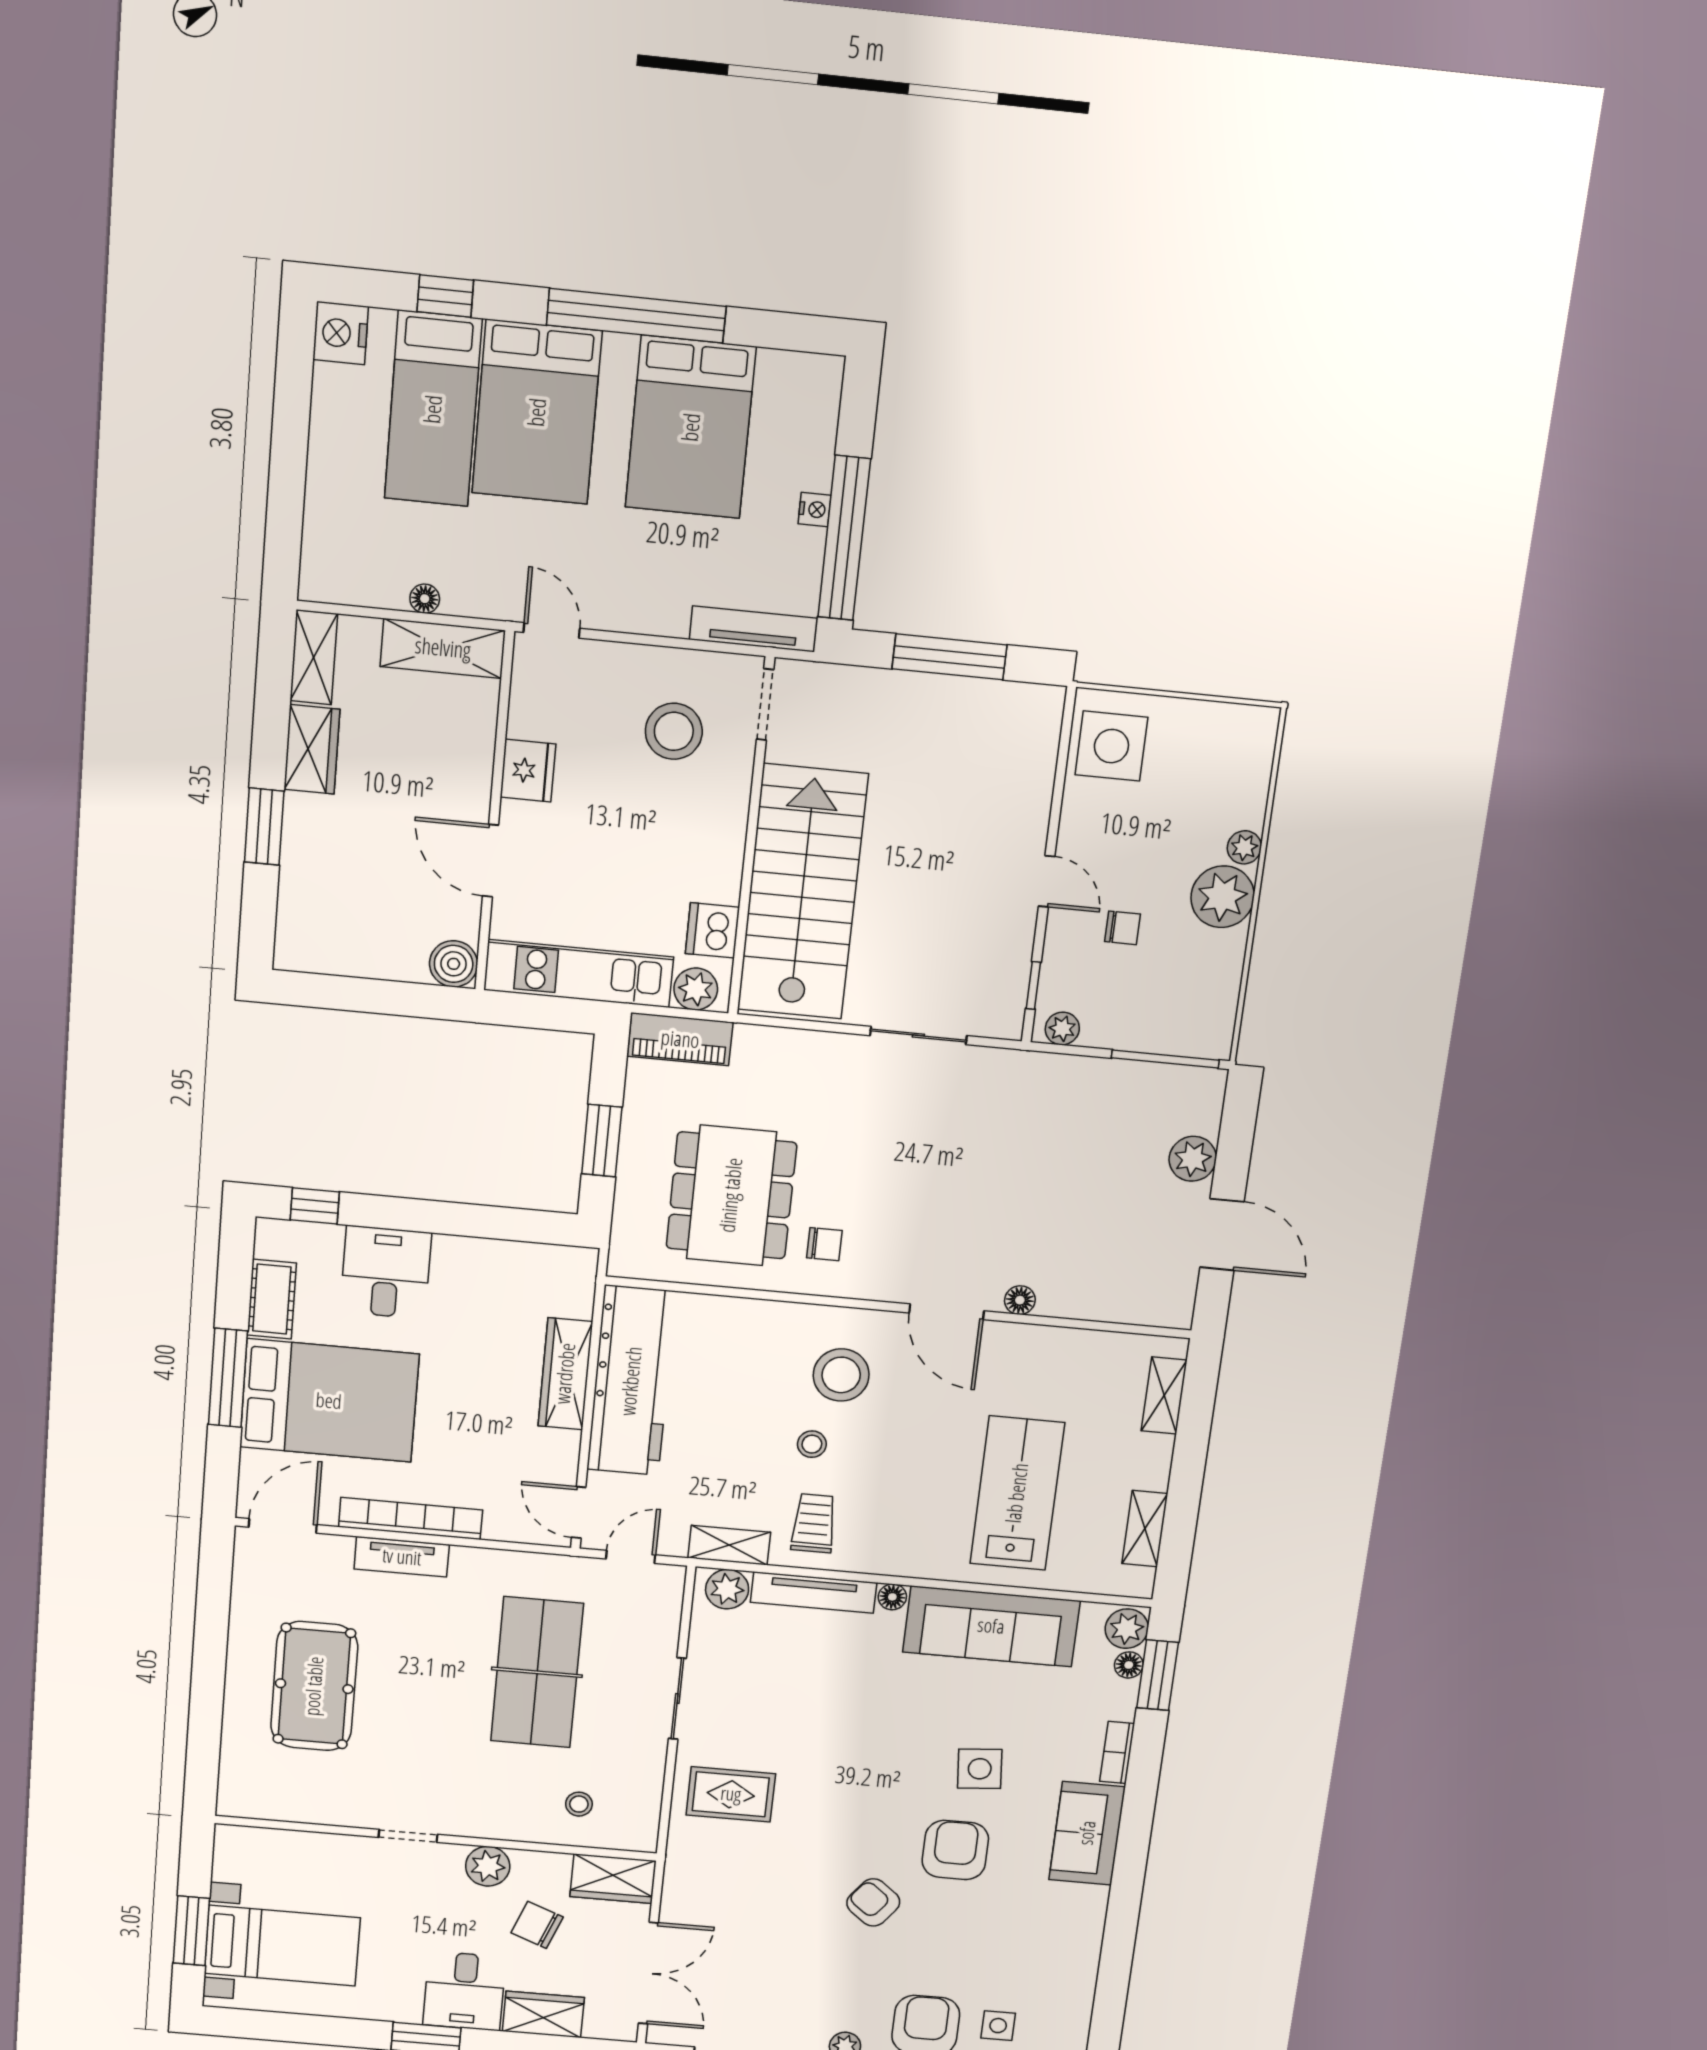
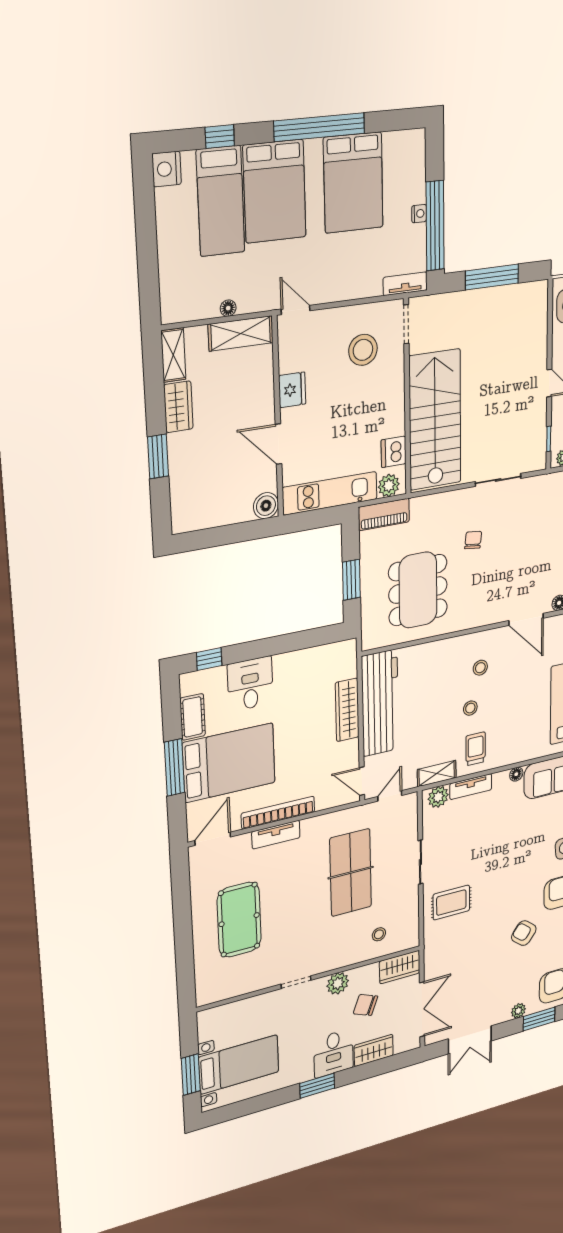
tv unit: (754, 629) -> (405, 284), width x0.71
chair: (824, 1244) -> (473, 540), moved, turned -83
stool: (841, 1375) -> (480, 668), width x0.53, depth x0.53
tv unit: (814, 1593) -> (471, 787), width x0.71

